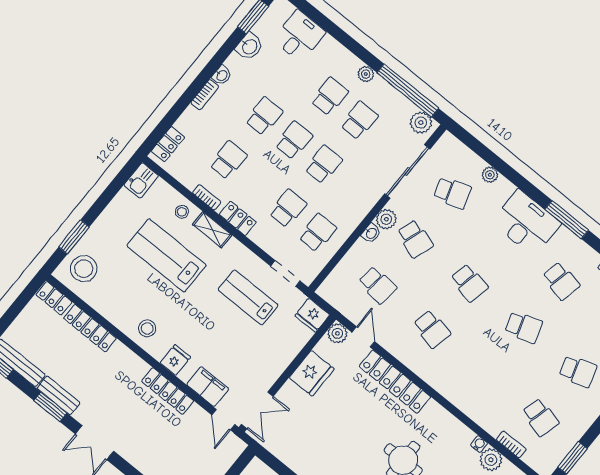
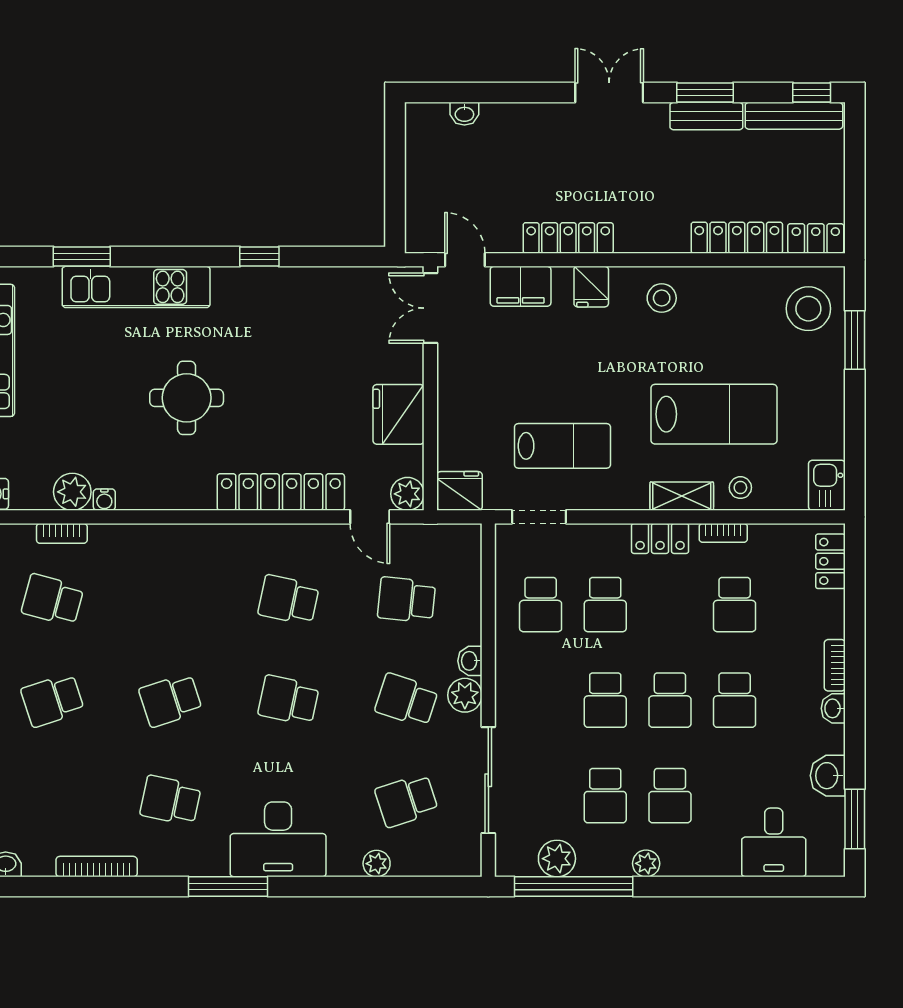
plant: (421, 123) -> (557, 859), moved

